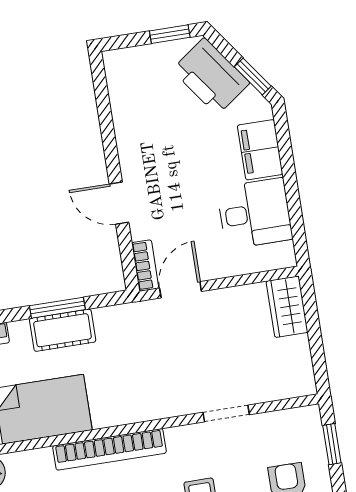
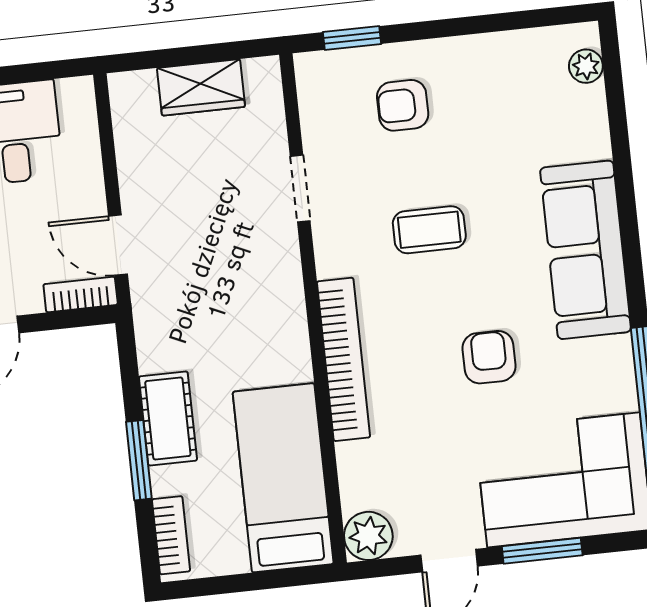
wardrobe: (287, 307) -> (201, 87), moved
window: (57, 308) -> (139, 460), moved

